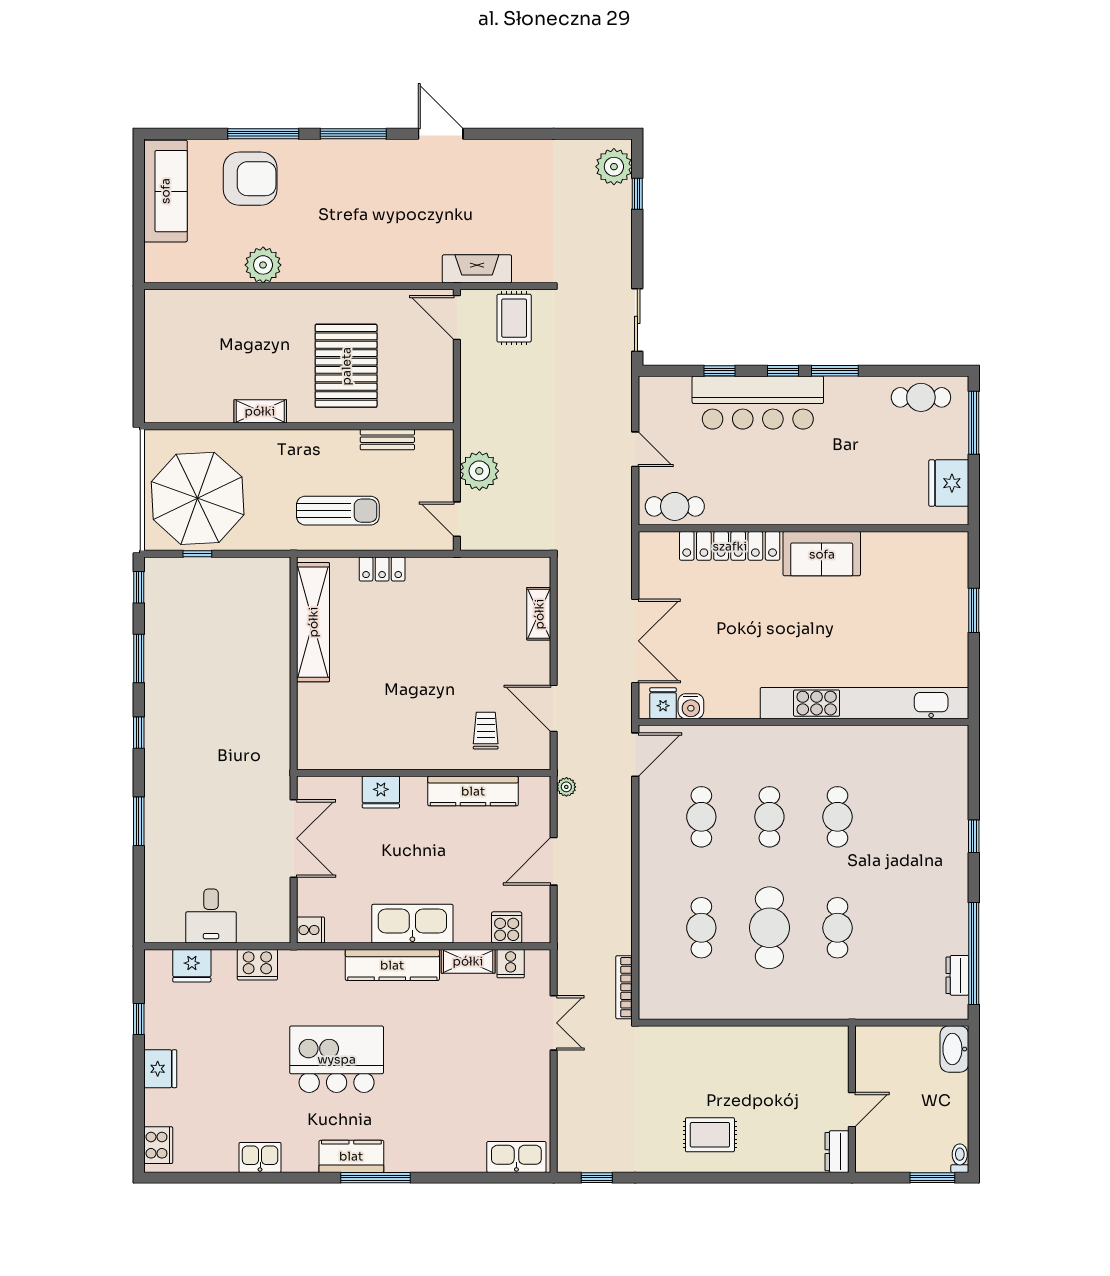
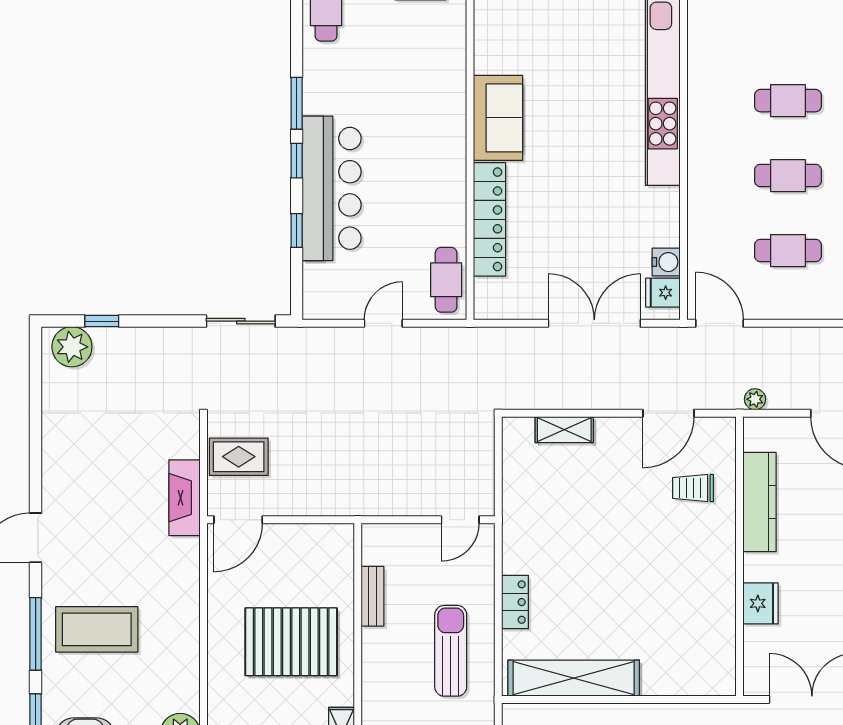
coffee table: (357, 189) -> (97, 629), added
plant: (479, 471) -> (407, 495), removed

